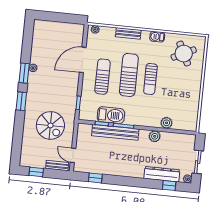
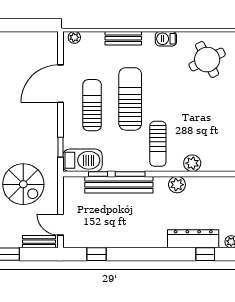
sun lounger: (150, 79) -> (158, 144), moved
barbecue: (111, 115) -> (82, 160), moved

